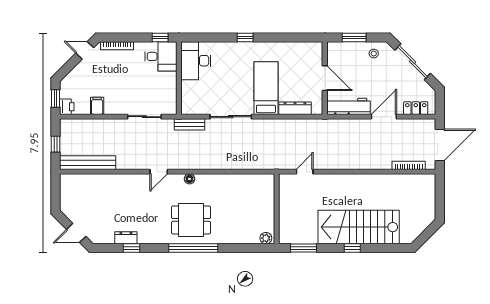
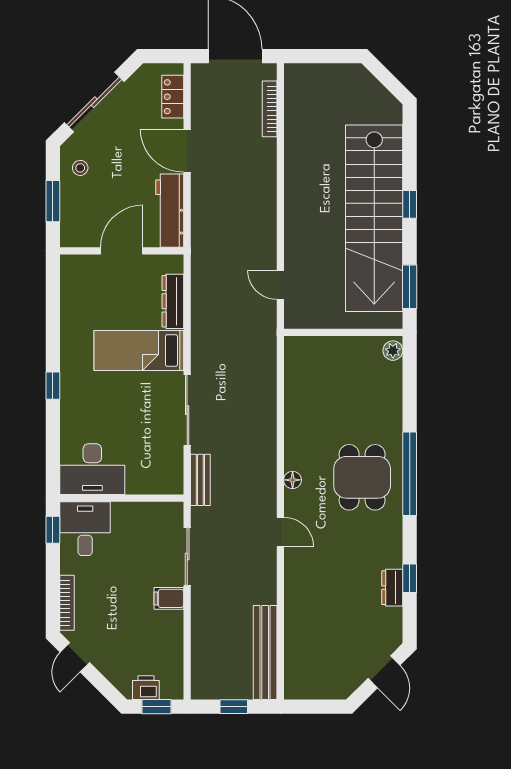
filing cabinet: (97, 106) -> (169, 598), moved
printer: (67, 107) -> (146, 688), moved
stairs: (359, 227) -> (374, 218), width x1.36

